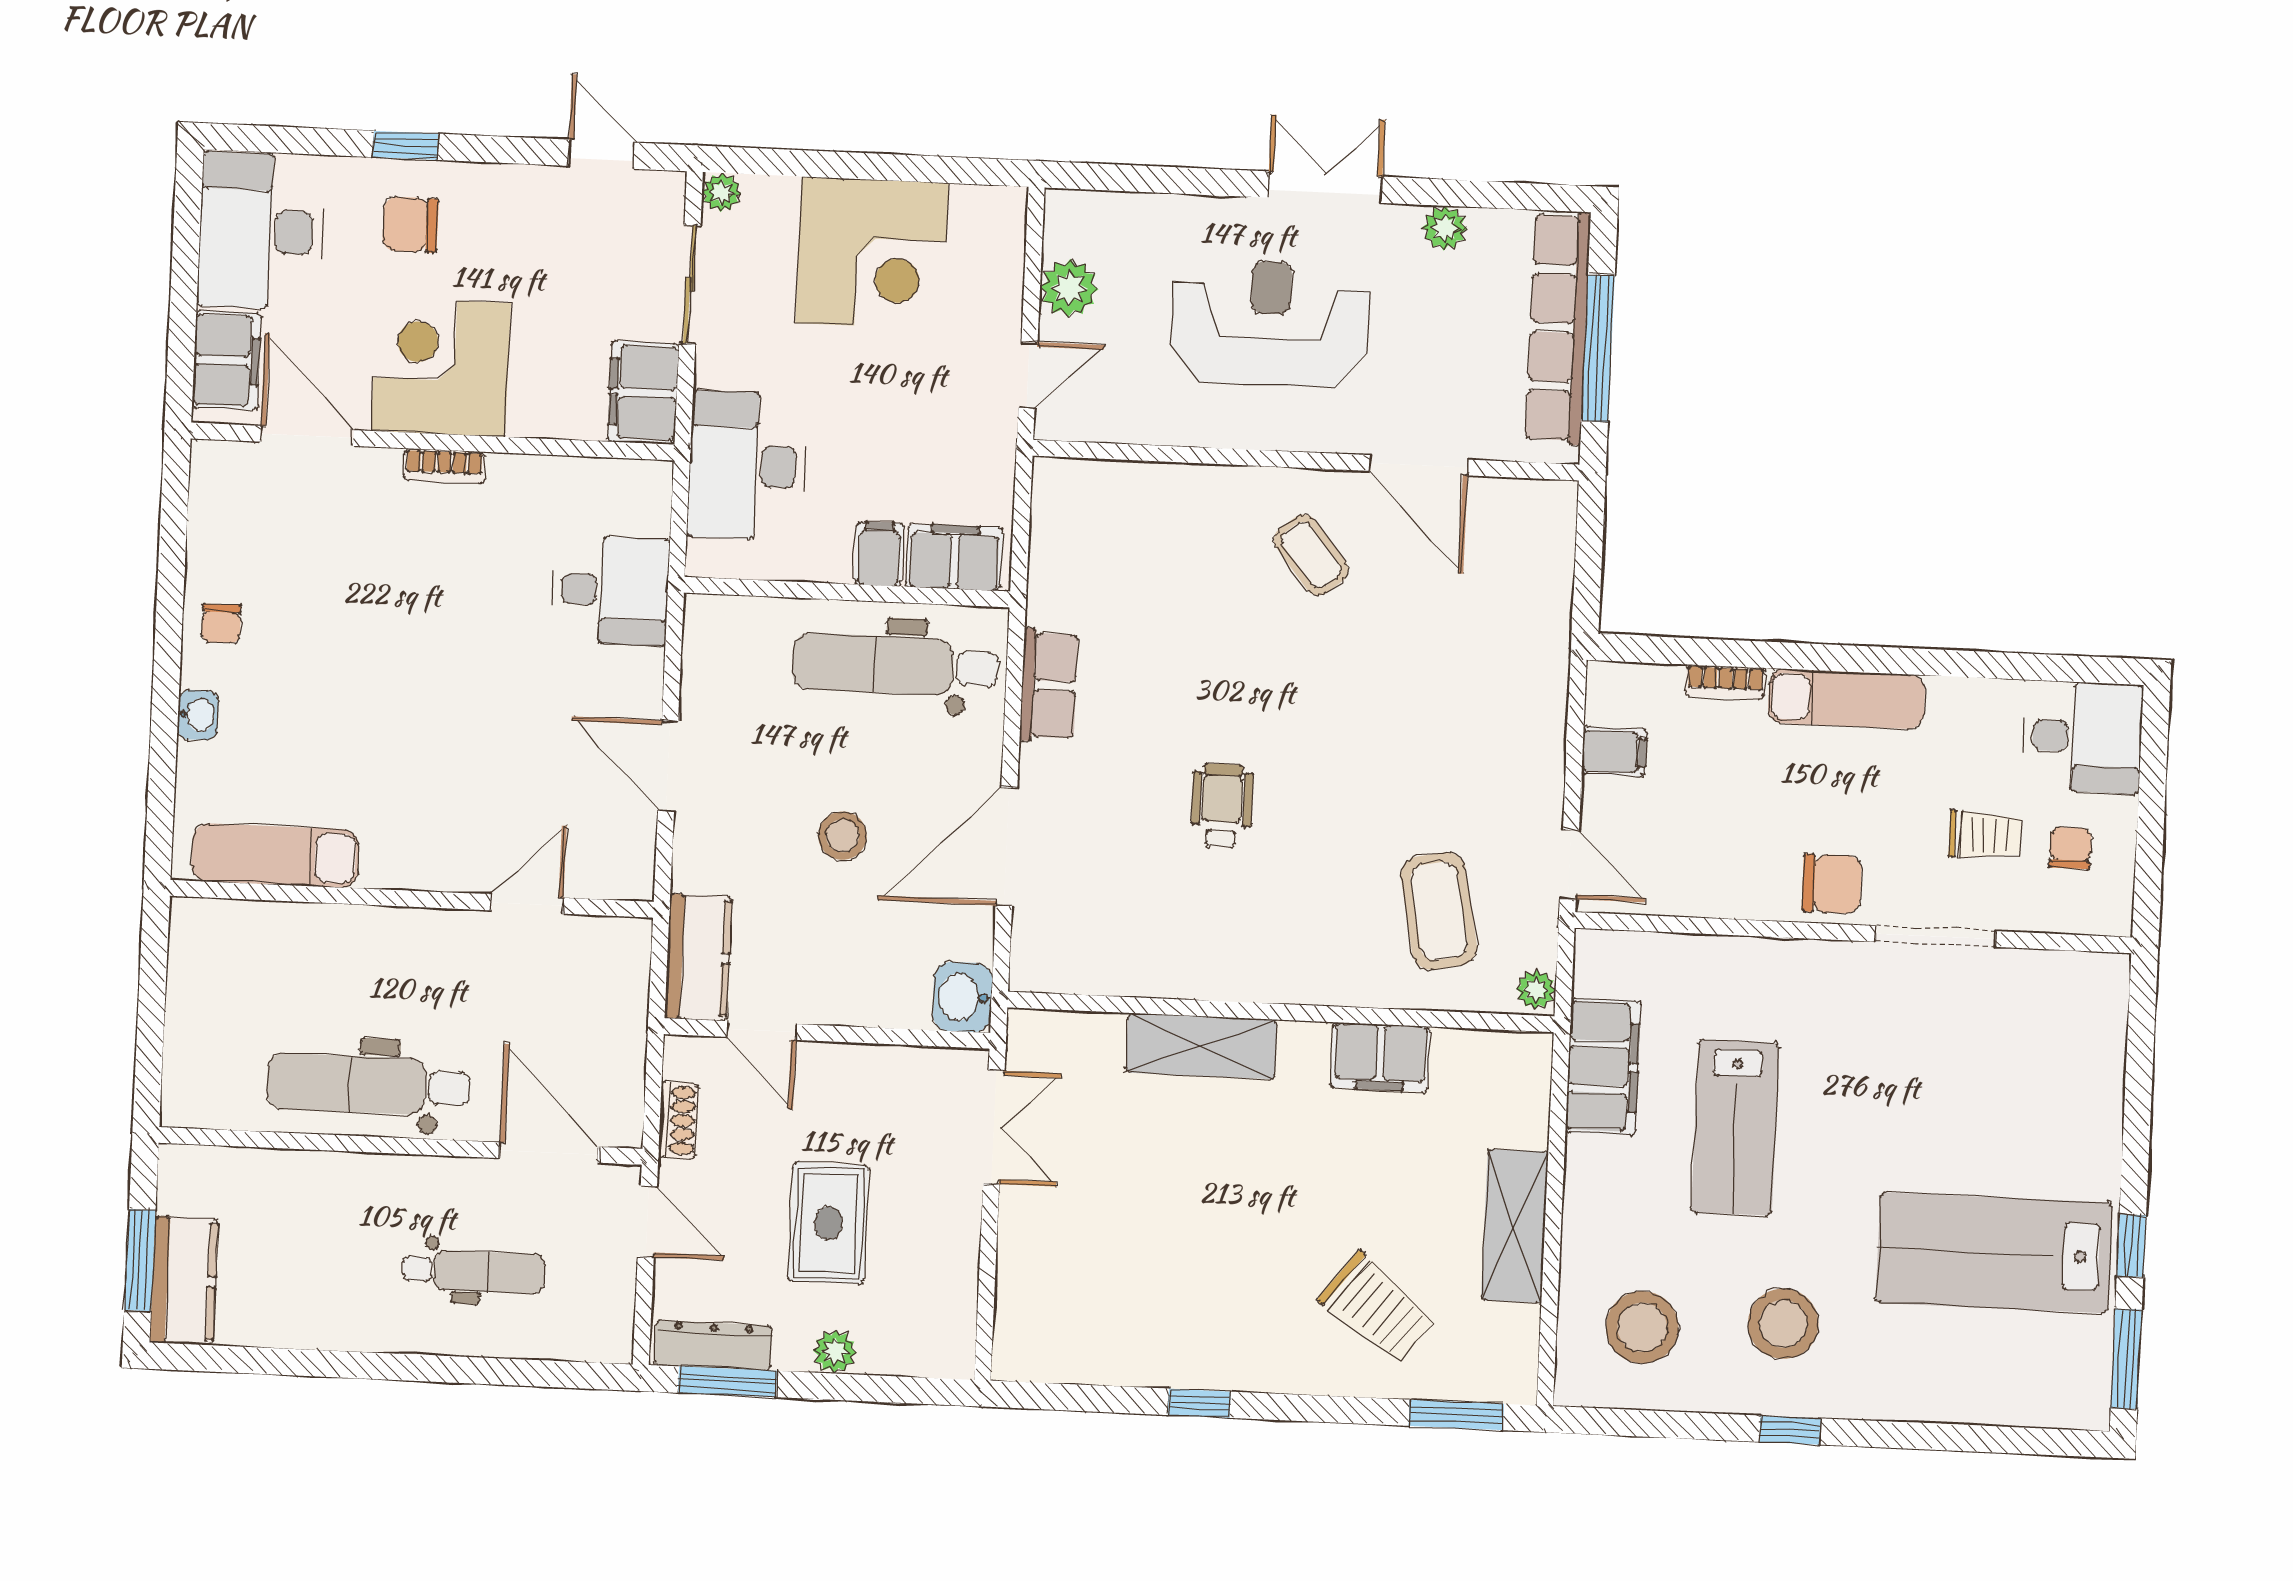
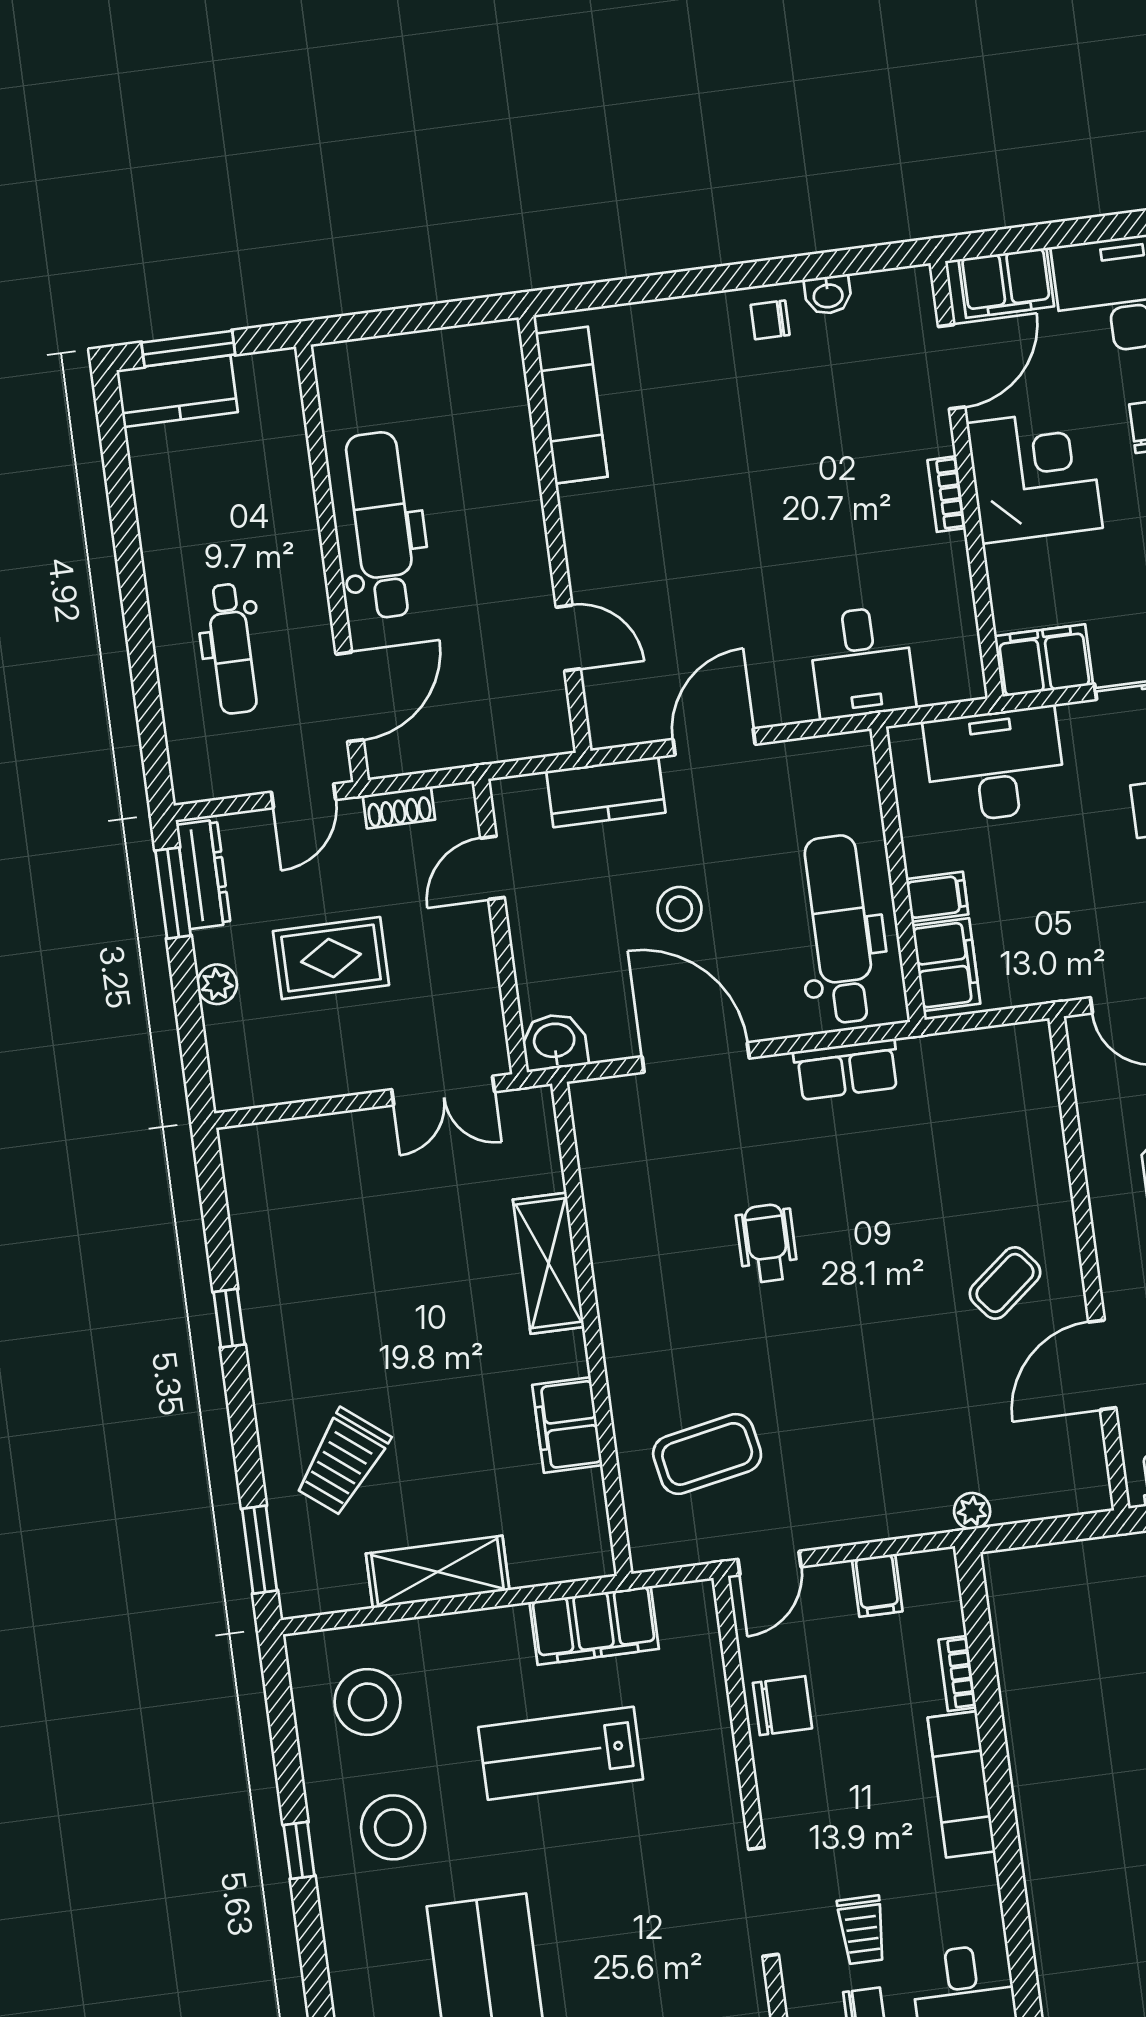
washbasin: (198, 715) -> (828, 295), moved
wheelchair: (1222, 805) -> (767, 1243), turned -90
chair: (1832, 884) -> (782, 1706), moved, turned -90
kitchen counter: (698, 957) -> (606, 792), moved
plant: (1536, 990) -> (972, 1511), moved

